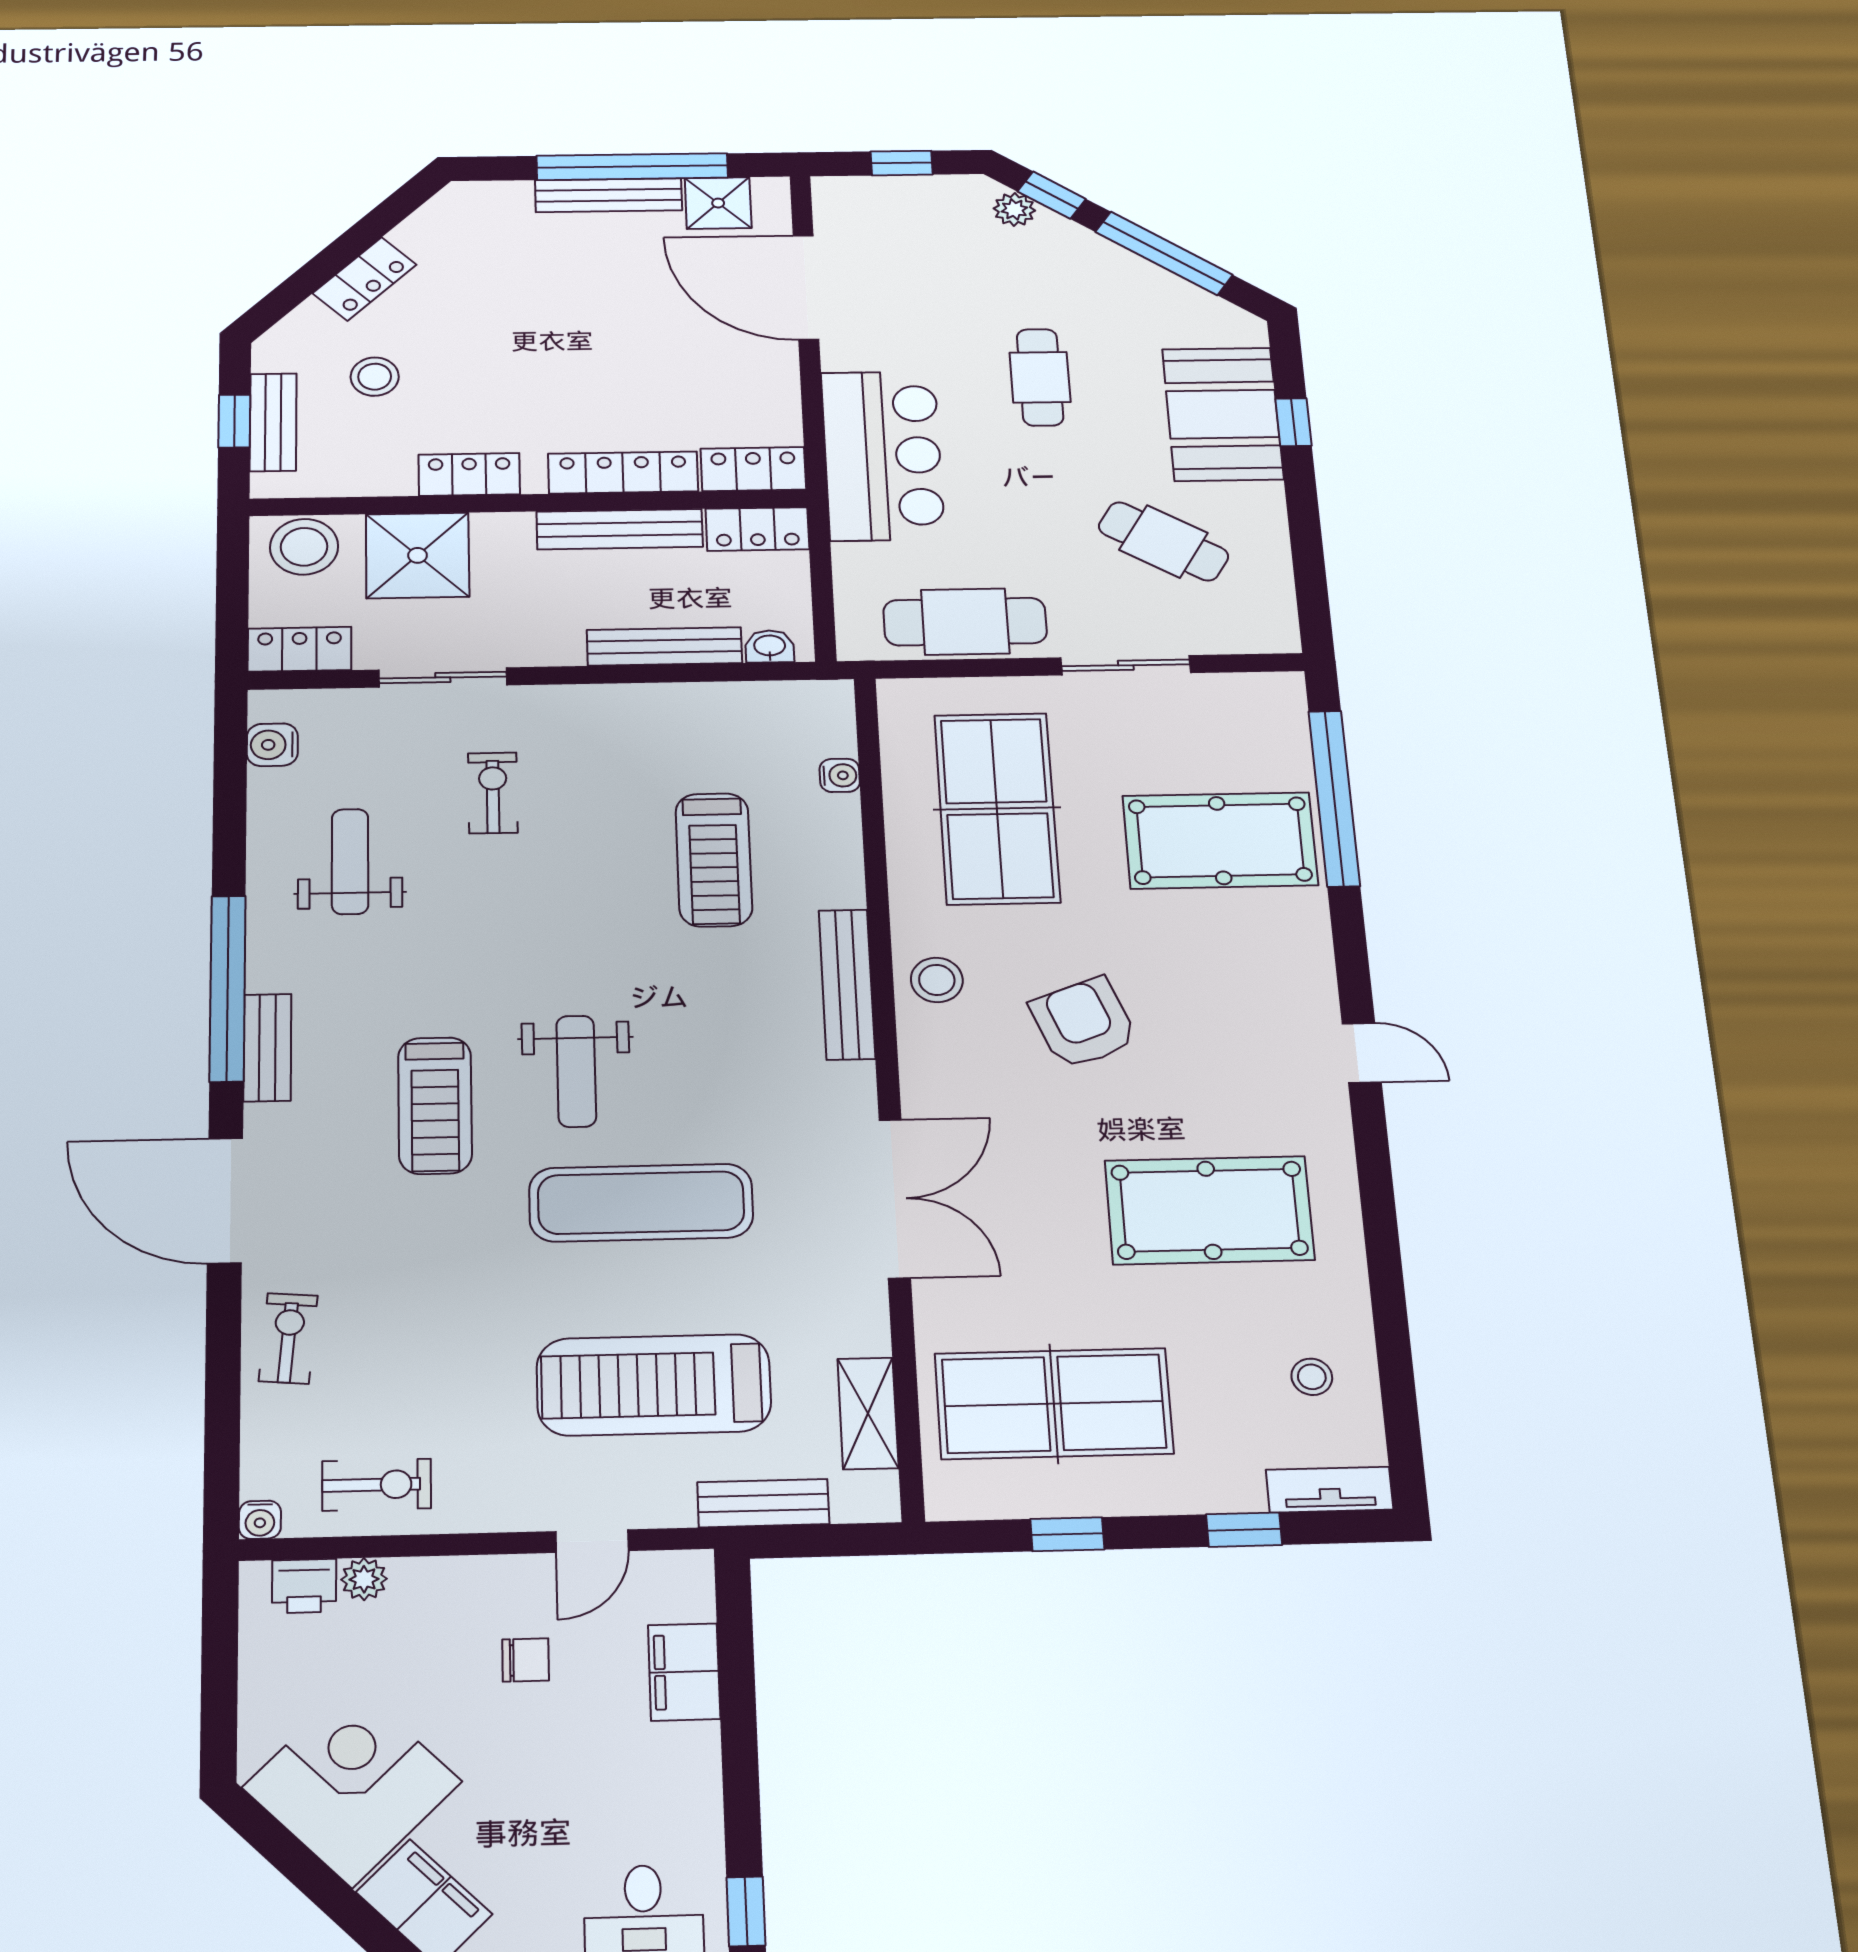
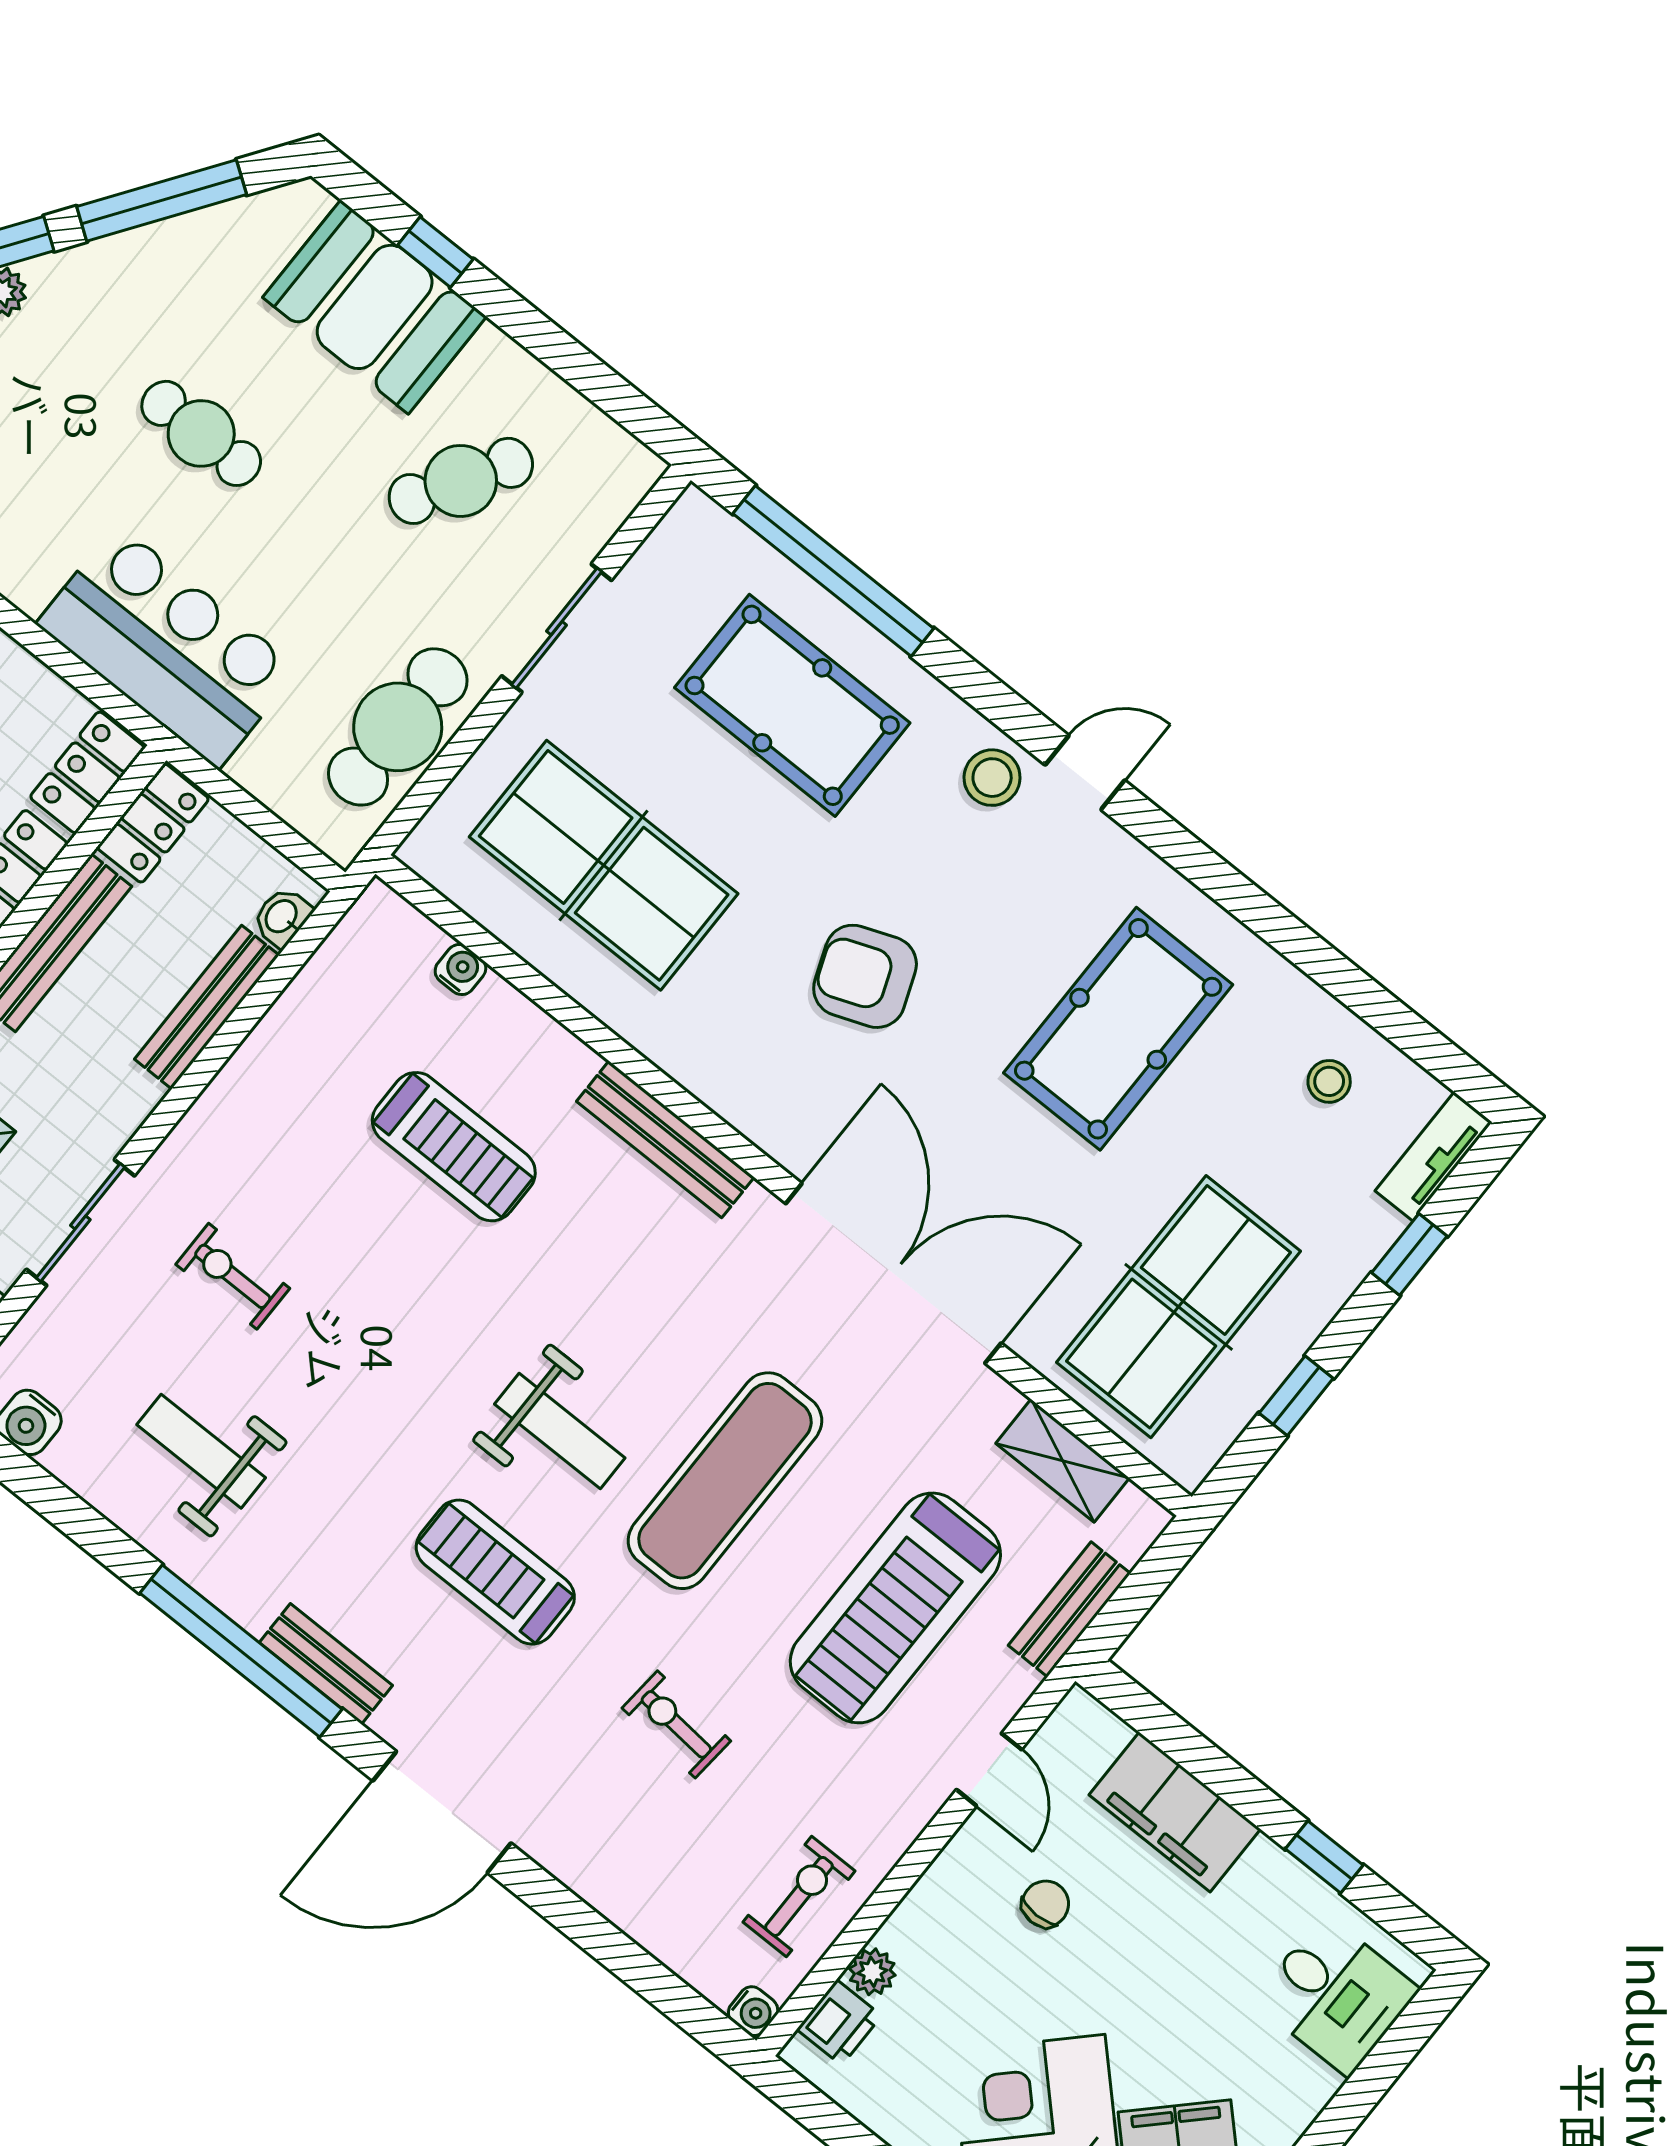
pool table: (1220, 841) -> (792, 705), turned 90
stool: (937, 980) -> (992, 778), moved
treadmill: (435, 1105) -> (495, 1572), turned 180
double door: (895, 1198) -> (893, 1273), width x1.36
exercise bike: (288, 1338) -> (676, 1724), moved
filing cabinet: (684, 1672) -> (1175, 1812), width x1.50, depth x1.17
window: (746, 1911) -> (1324, 1857), moved

